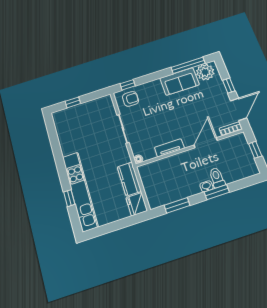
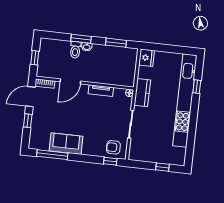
plant: (205, 72) -> (41, 142), removed
kitchen counter: (129, 179) -> (142, 93), moved
kitchen unit: (80, 191) -> (185, 100), width x1.36

